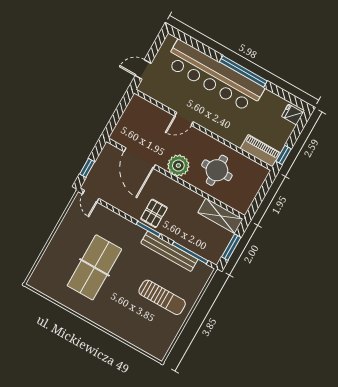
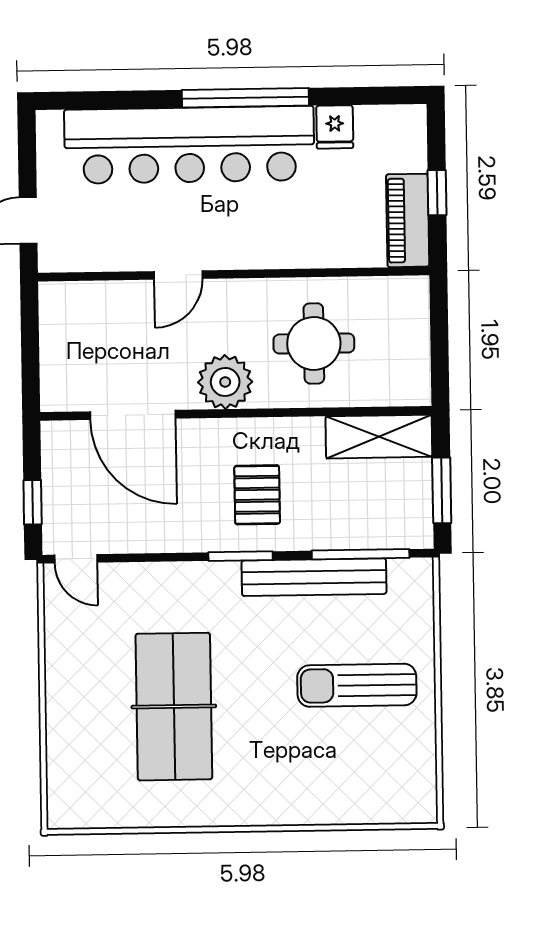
fridge: (292, 114) -> (335, 127), moved, turned -90
piano: (260, 151) -> (408, 220), moved, turned -90
window: (284, 155) -> (437, 193), moved
pallet: (154, 213) -> (257, 495), moved
sun lounger: (162, 297) -> (357, 685), turned 180

